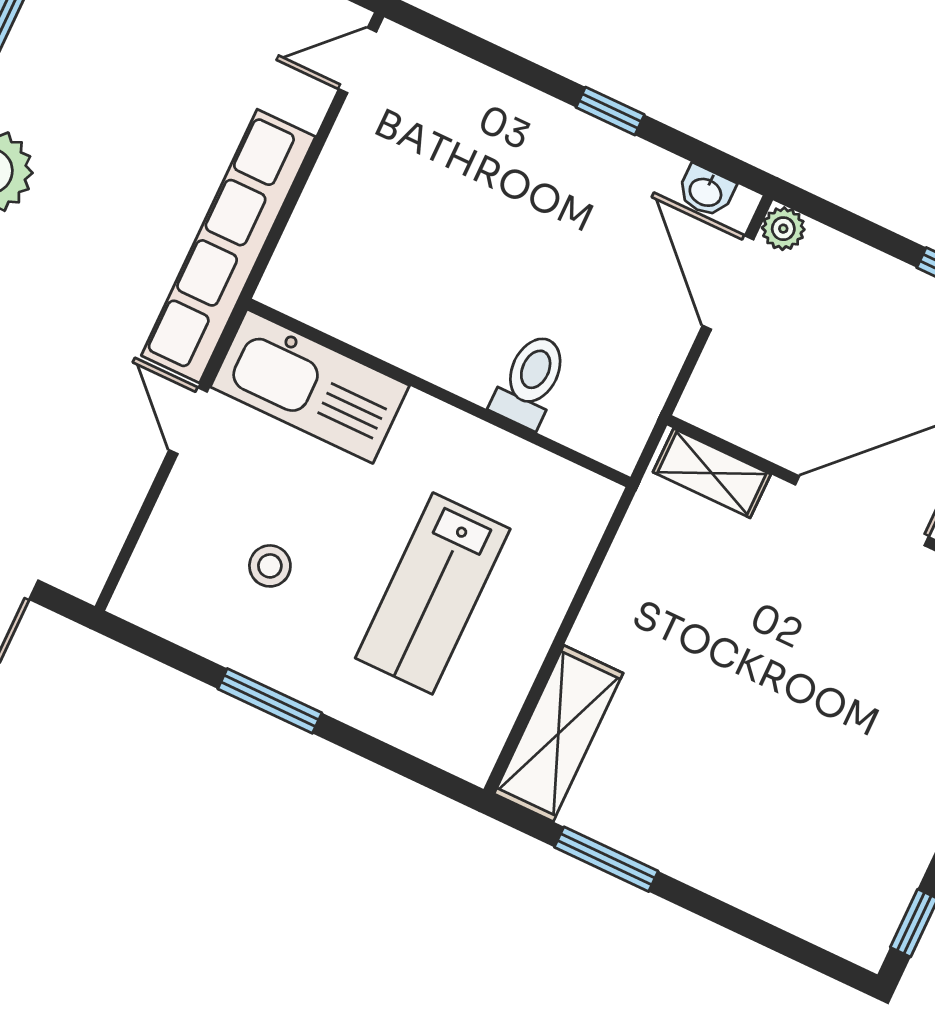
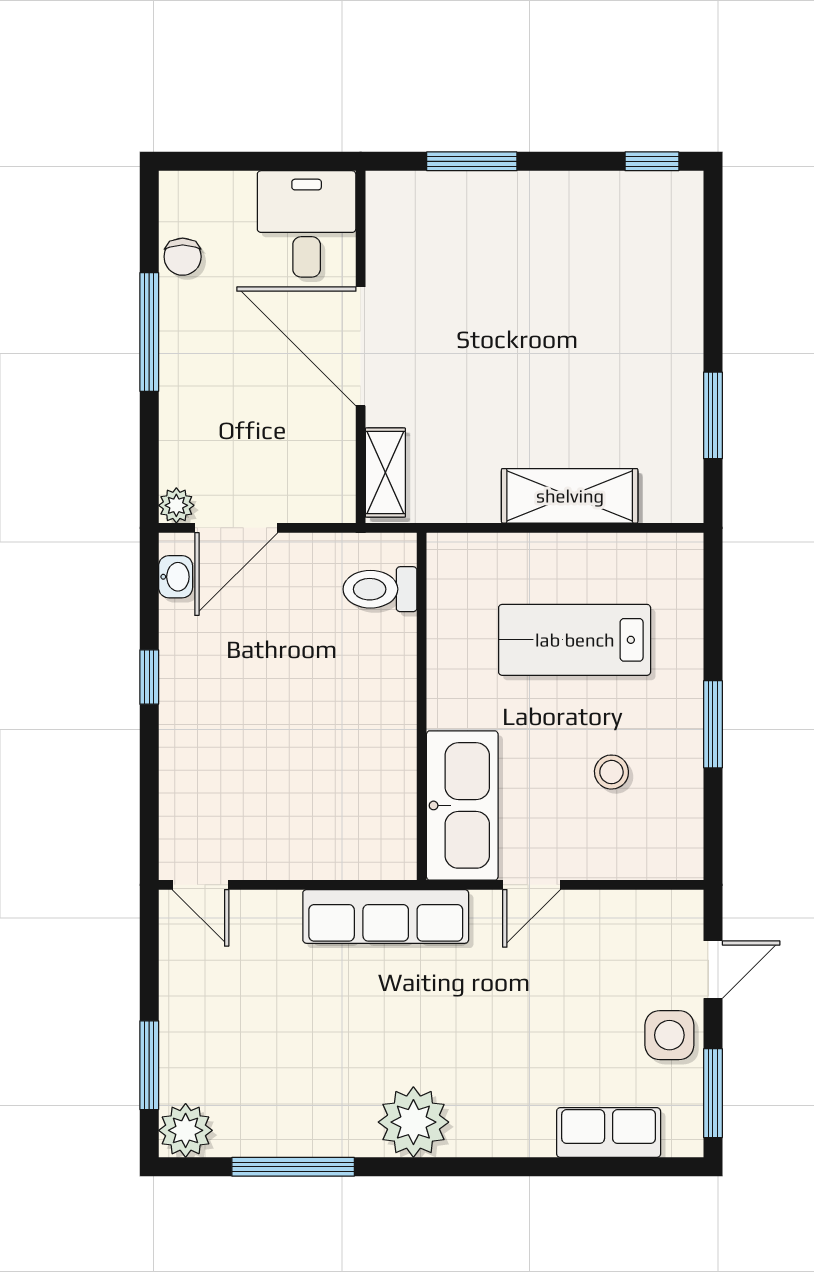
row of seats: (228, 246) -> (386, 916), width x0.73
toilet: (530, 381) -> (380, 589), moved
lab bench: (433, 593) -> (575, 640), turned 180
shelving: (558, 733) -> (570, 496), moved

